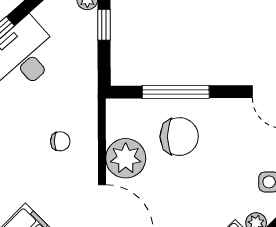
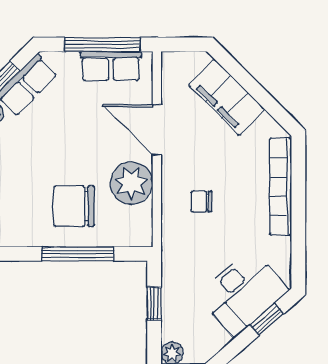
window: (104, 25) -> (154, 303), moved

